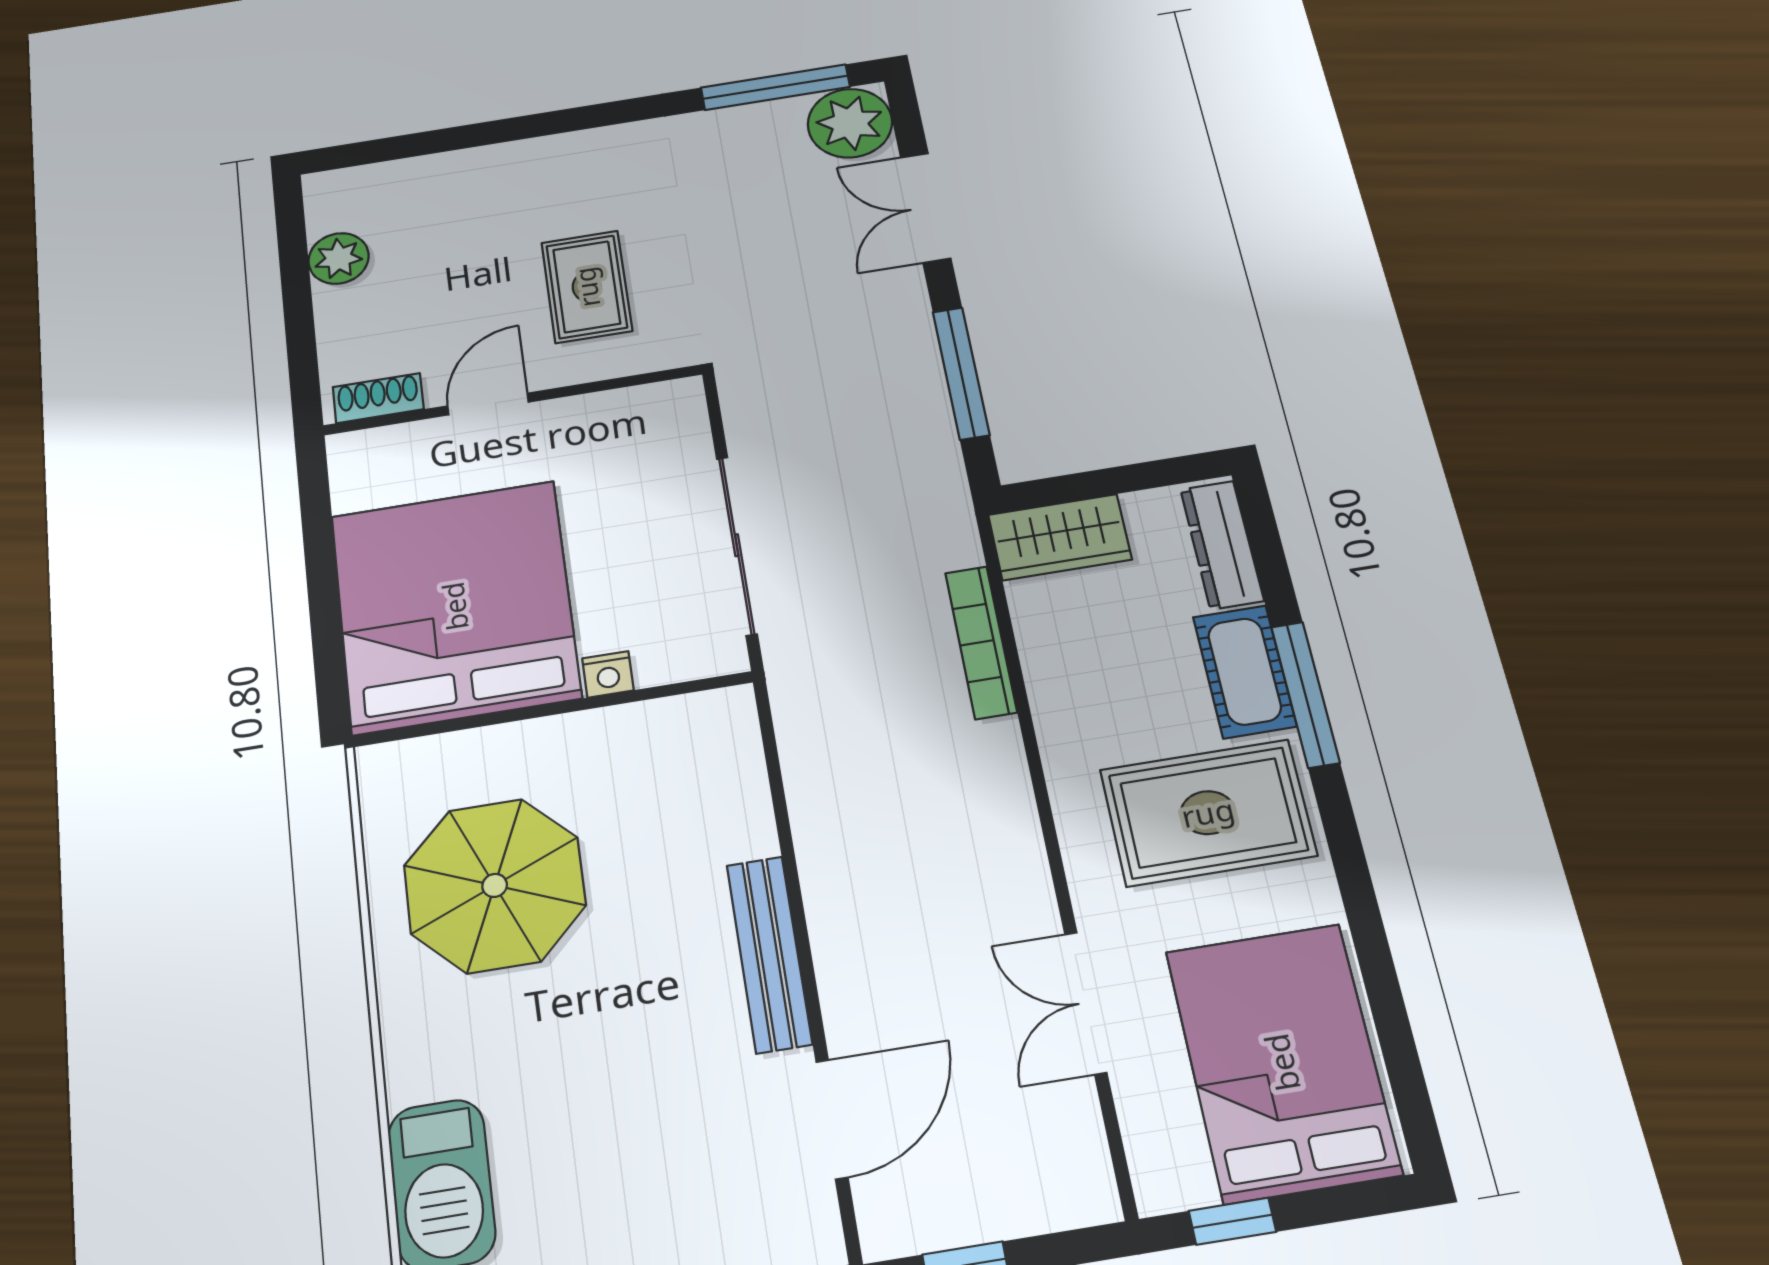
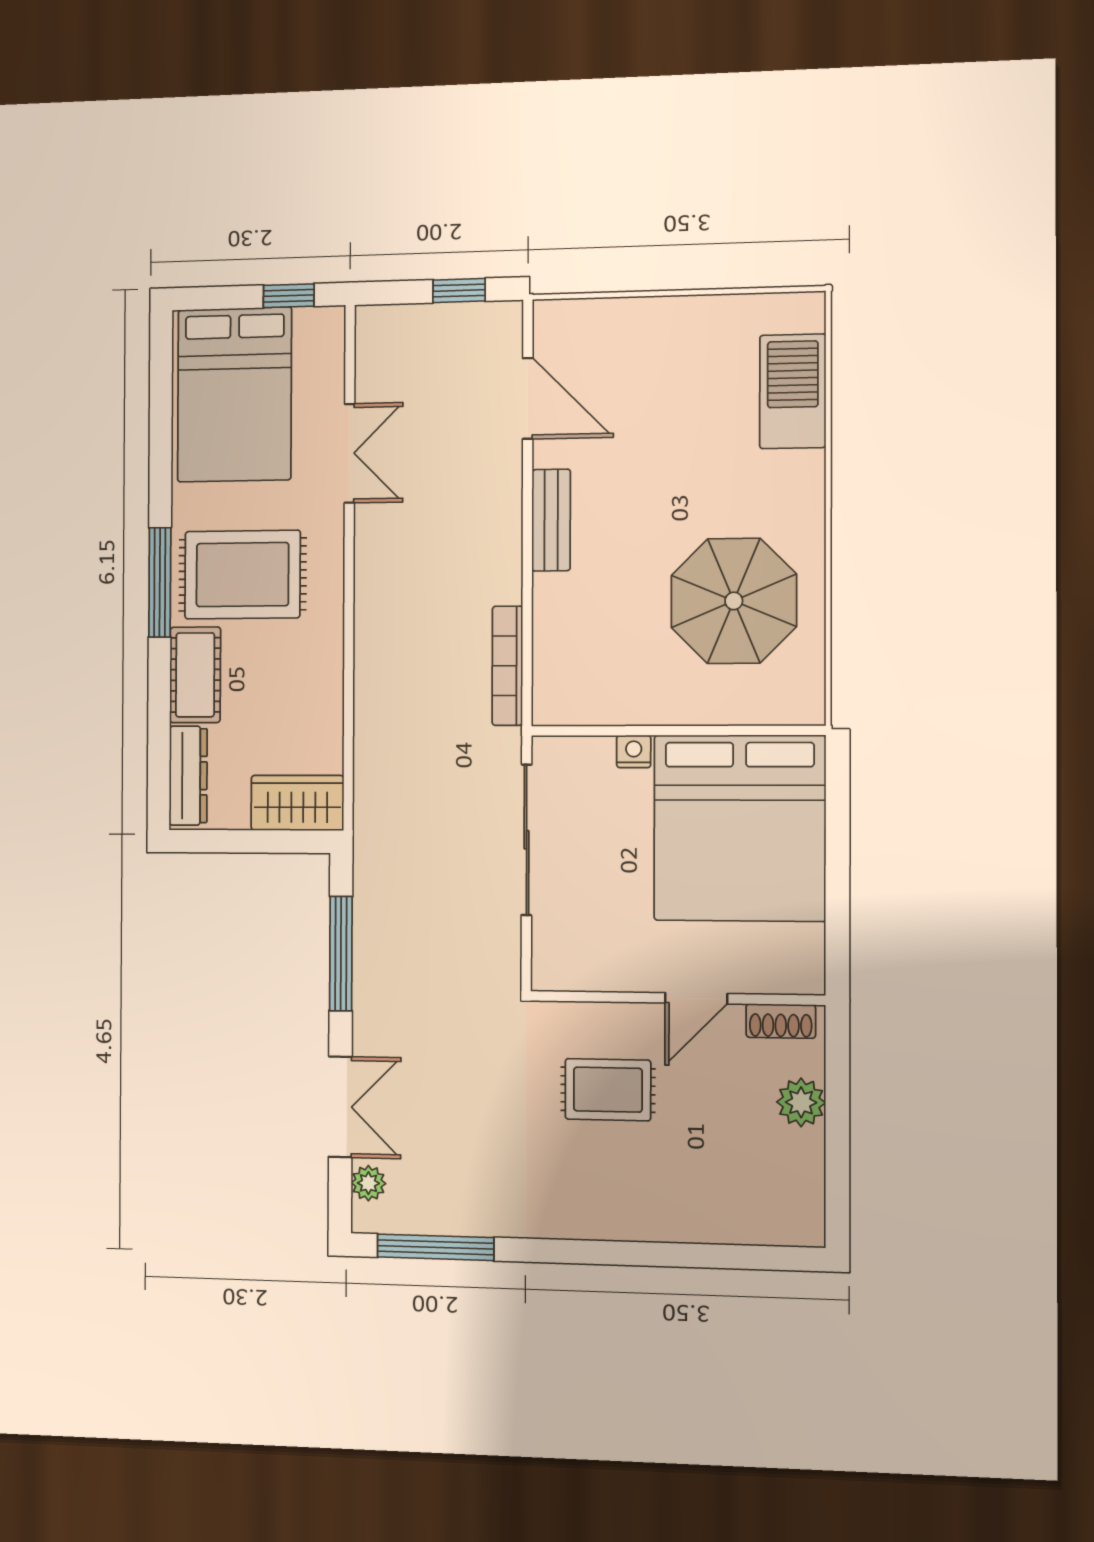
plant: (850, 123) -> (368, 1183), width x0.53, depth x0.53
plant: (339, 258) -> (801, 1102), moved
rug: (587, 287) -> (608, 1090), turned 90
bookcase: (981, 642) -> (507, 666), moved, turned 180
window: (1305, 694) -> (160, 582), moved
bench: (769, 954) -> (551, 520), width x0.73
door: (832, 1119) -> (528, 398), swing flipped

